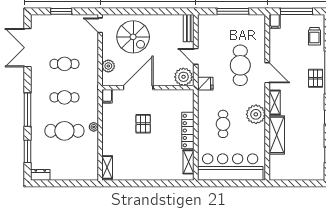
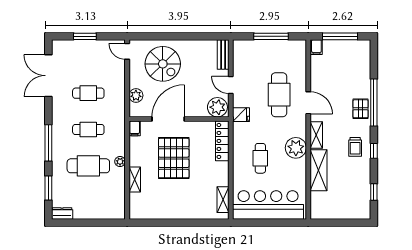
trolley: (314, 36) -> (355, 147), moved
pallet: (143, 124) -> (174, 158), width x2.05, depth x2.00
locker: (188, 131) -> (222, 141), moved
shelving: (107, 167) -> (135, 180), moved

